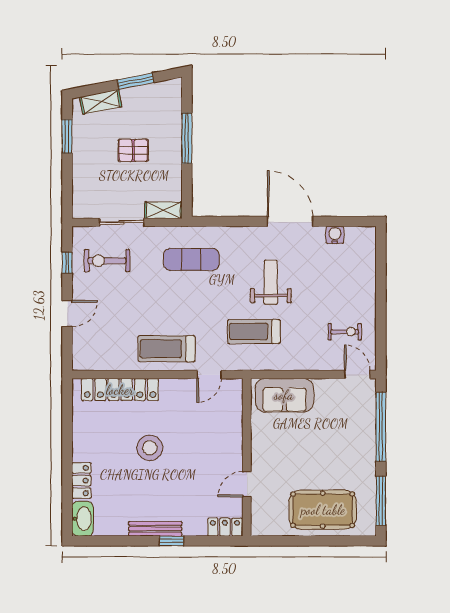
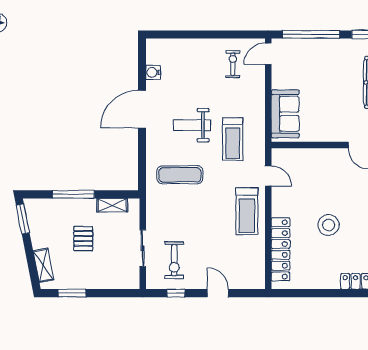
window: (136, 81) -> (23, 219), moved
shelving: (164, 210) -> (112, 205), moved, turned 90
exercise mat: (191, 259) -> (180, 175), moved, turned 90

